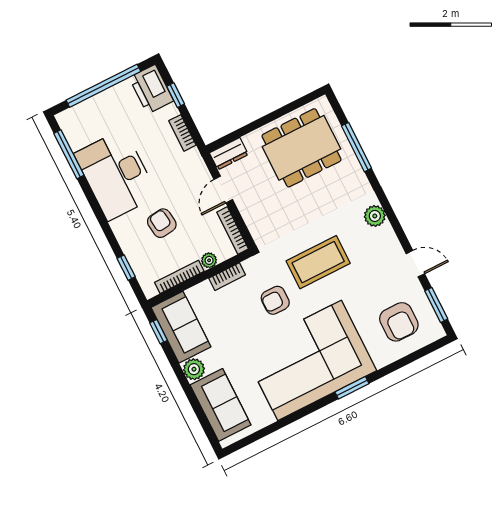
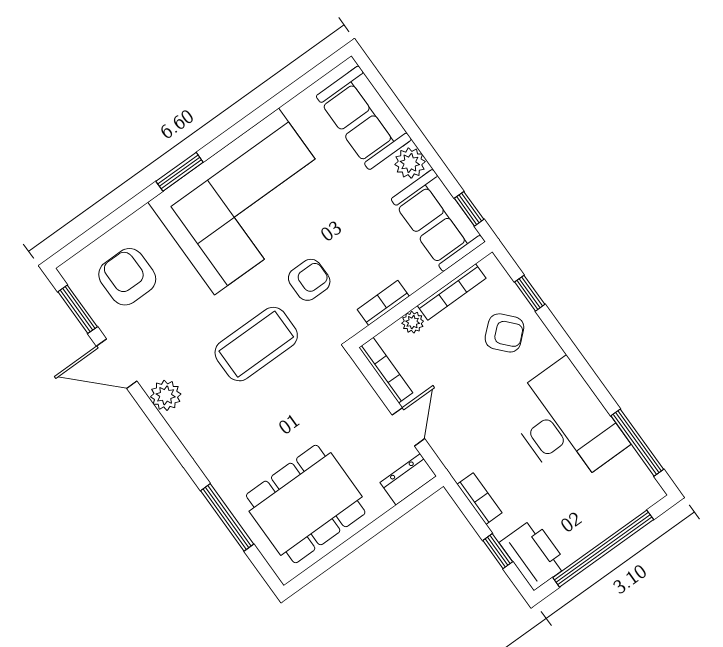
plant: (375, 216) -> (166, 395), moved
armchair: (162, 223) -> (504, 333), moved, turned -35
door: (415, 264) -> (117, 364), width x1.38

